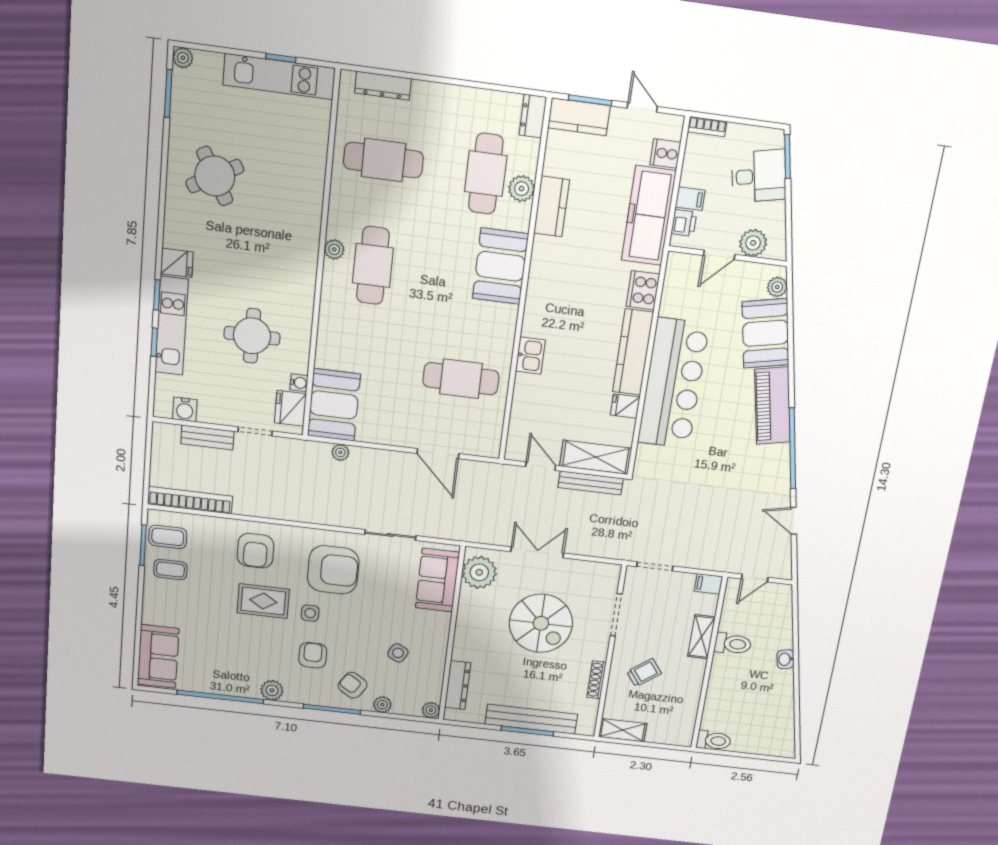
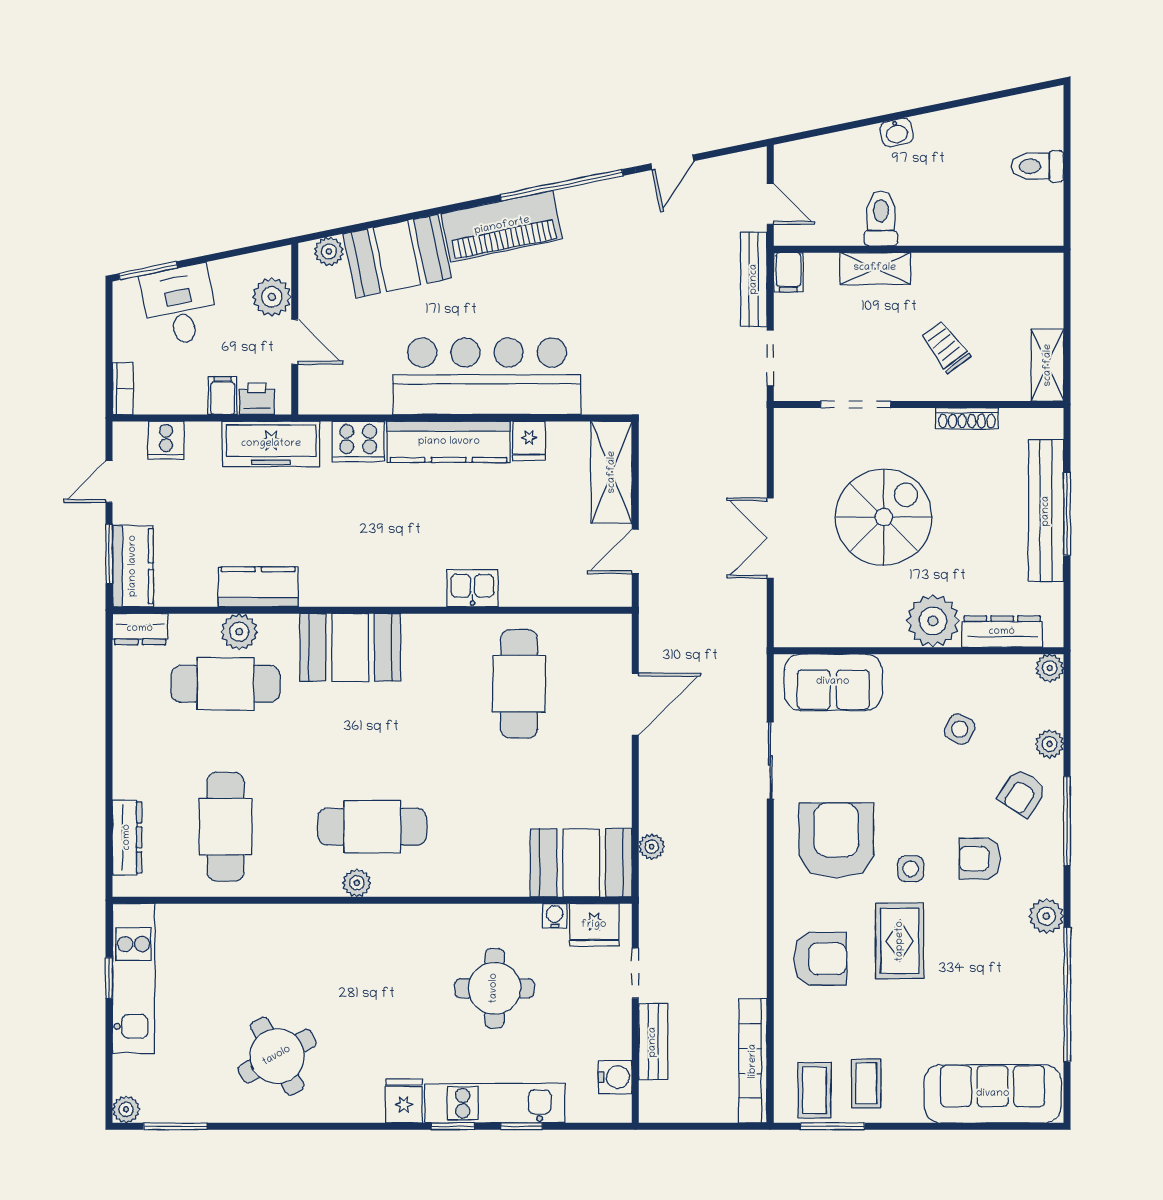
freezer: (649, 216) -> (271, 444), width x0.73, depth x0.79
bench: (591, 483) -> (754, 279), moved
plant: (479, 572) -> (933, 621), moved
sofa: (158, 656) -> (993, 1094), width x1.36
toilet: (714, 741) -> (1037, 166), moved, turned -90

